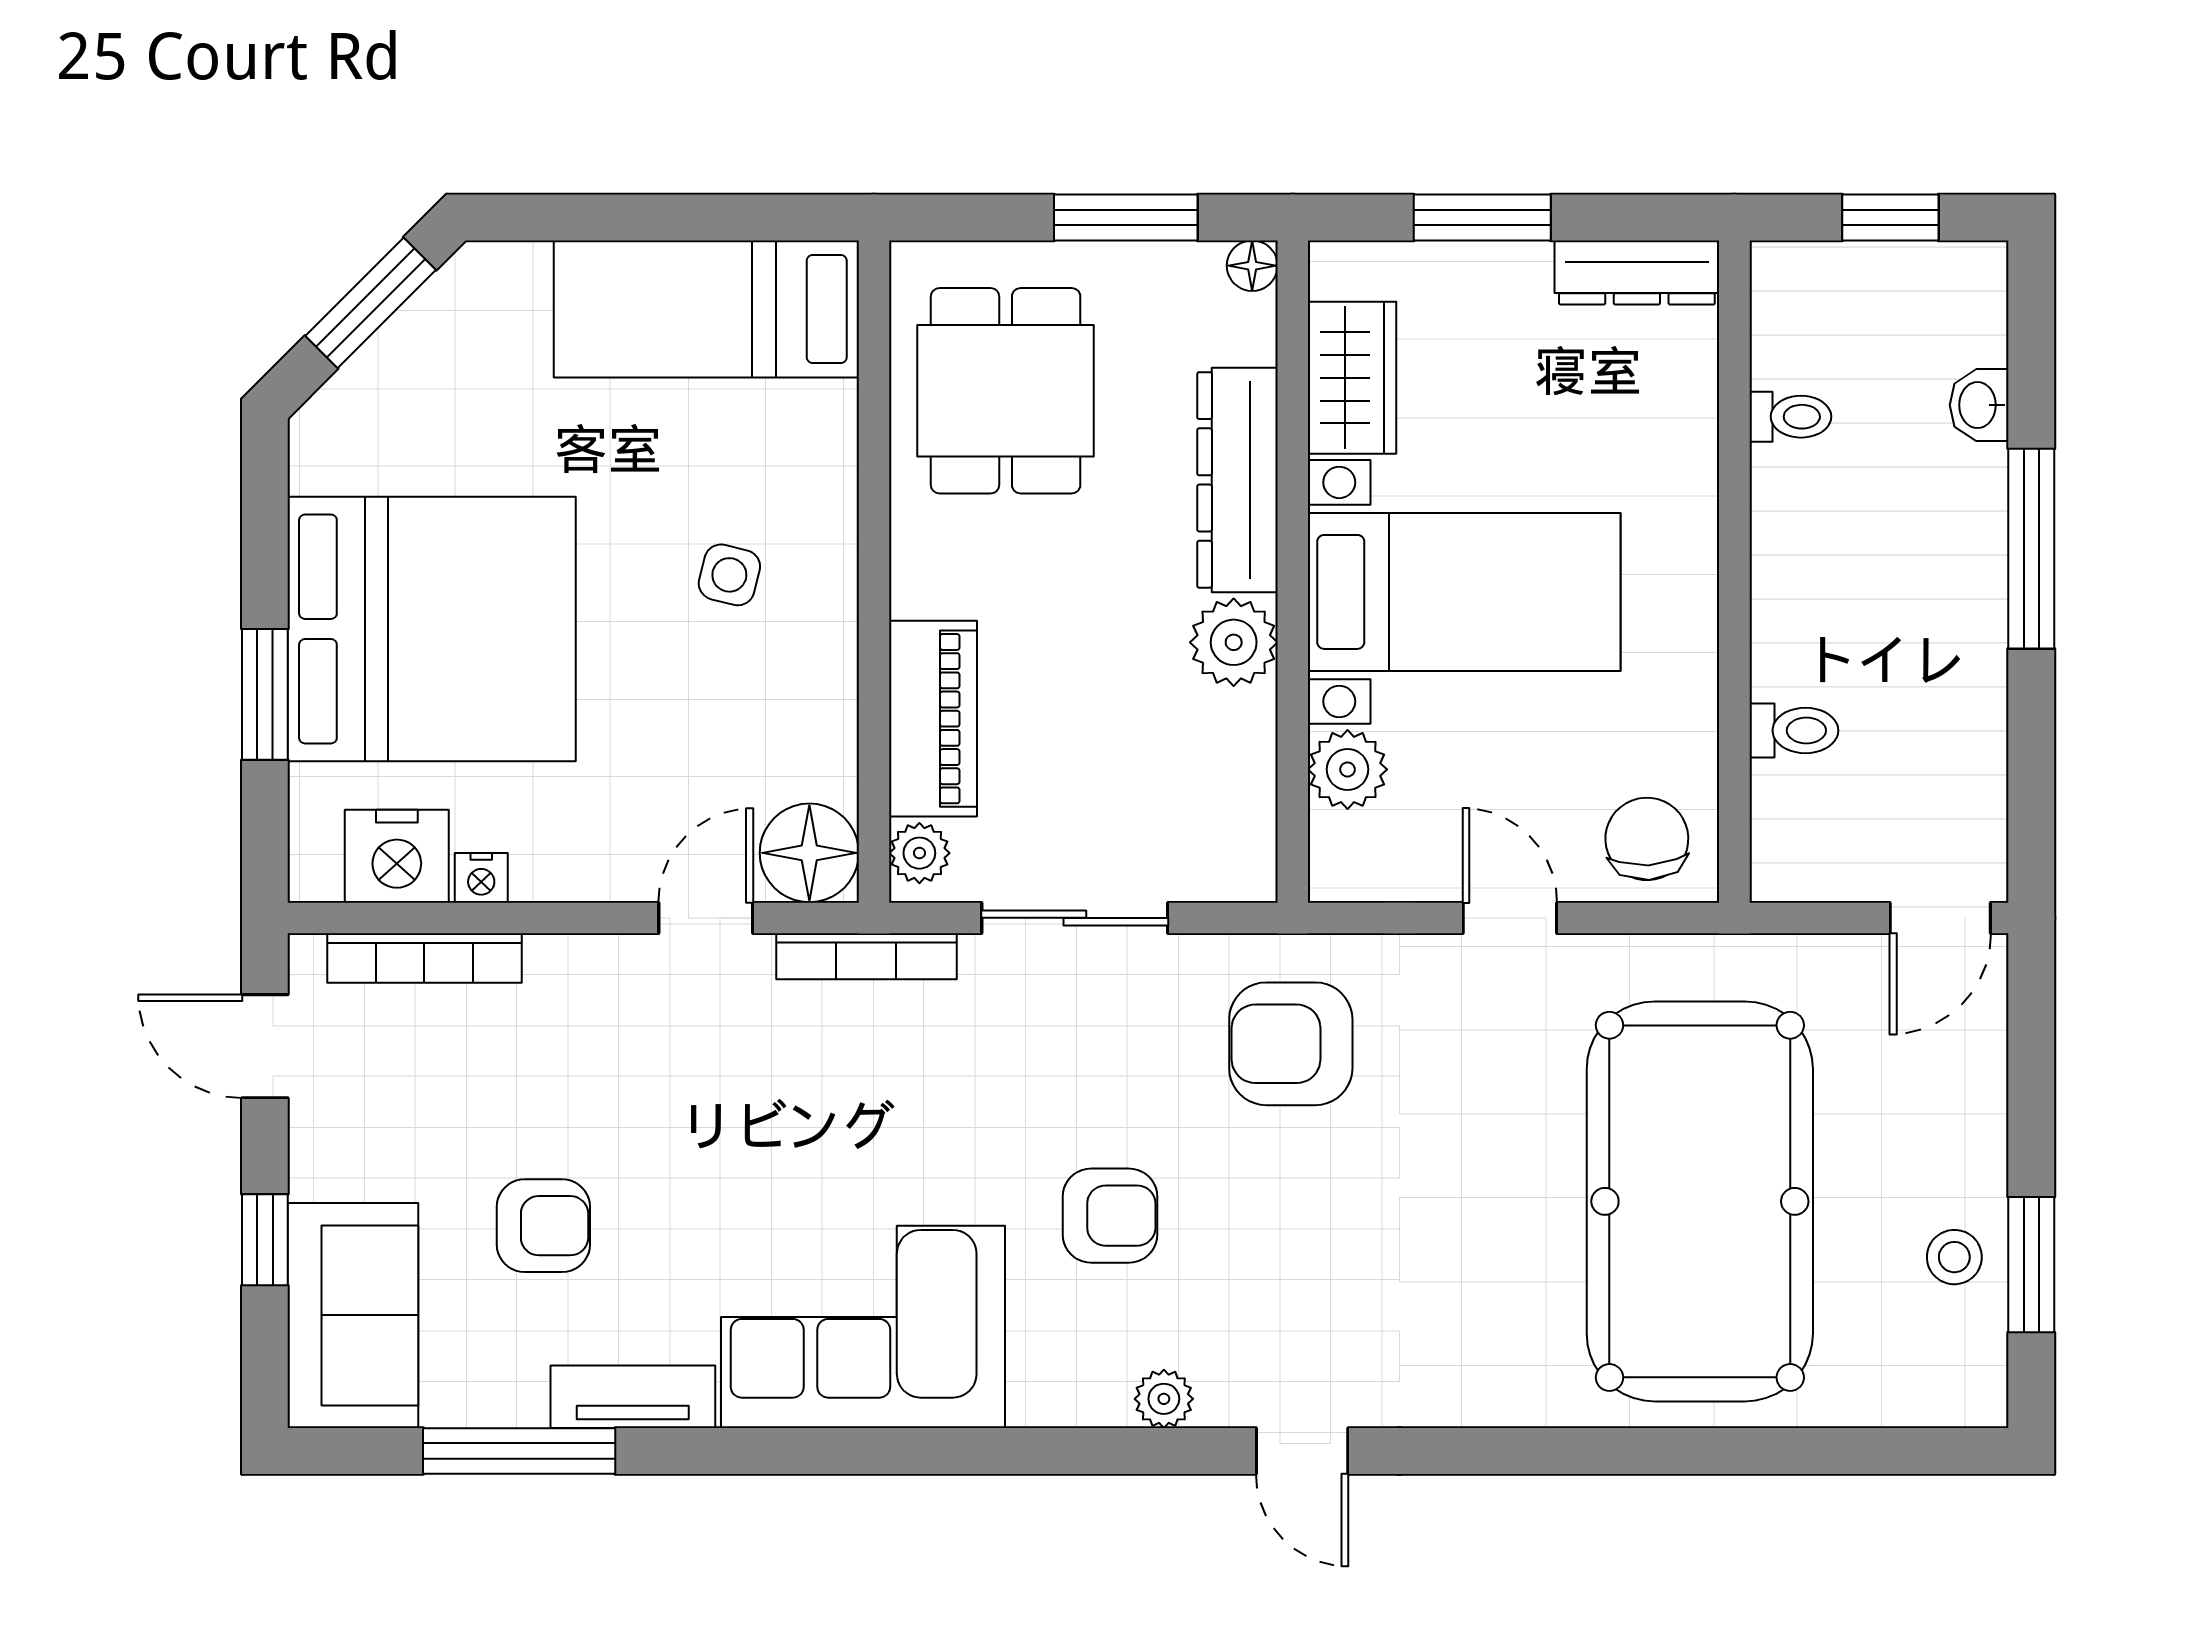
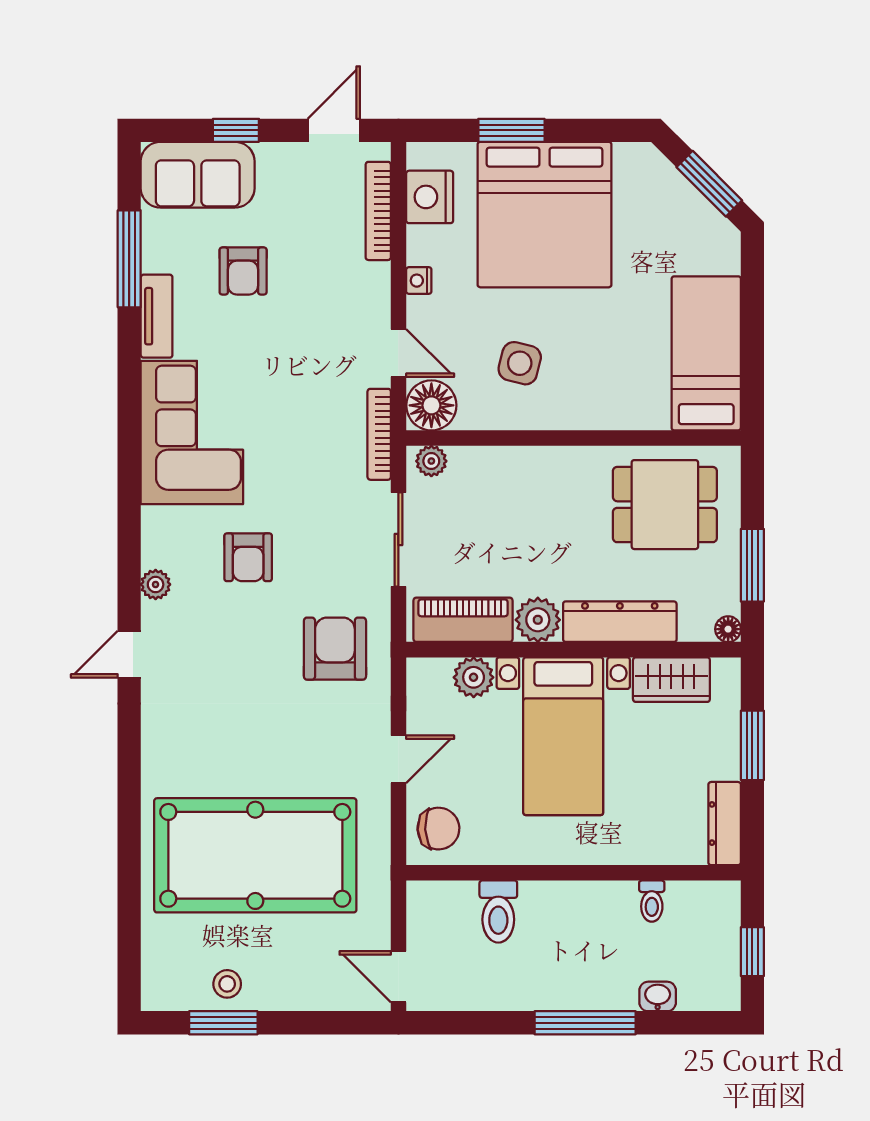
side table: (729, 575) -> (520, 363), moved, width x1.37, depth x1.37
piano: (933, 719) -> (463, 620), moved, turned 180
toilet: (1794, 730) -> (498, 911), width x1.37, depth x1.39
nightstand: (481, 878) -> (419, 281), moved

